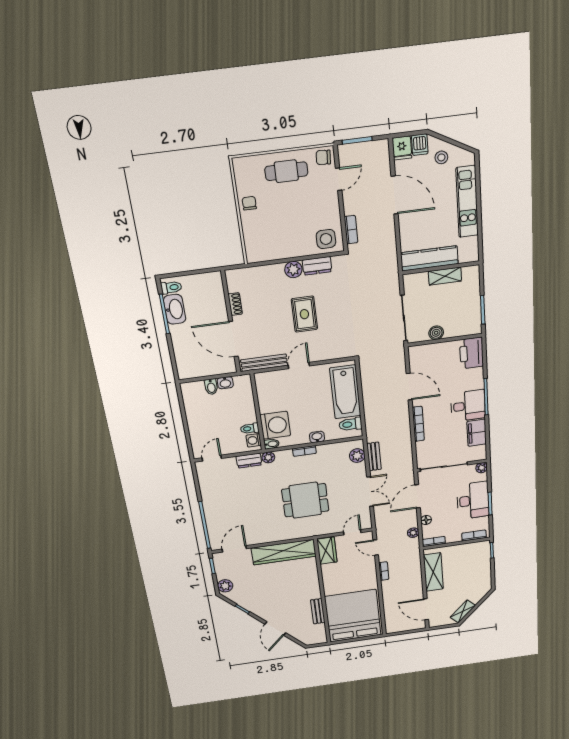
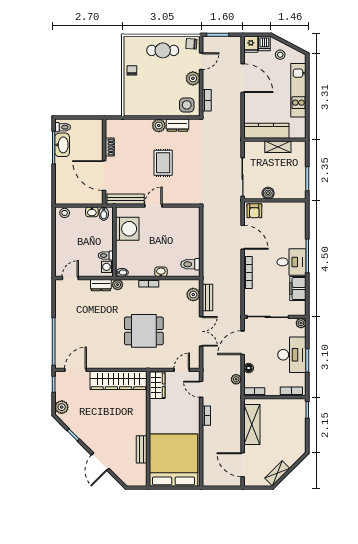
plant: (330, 204) -> (193, 78), added
printer: (472, 353) -> (297, 215), removed
armchair: (421, 355) -> (254, 211), added
bidet: (211, 387) -> (104, 214), moved
stool: (192, 388) -> (65, 213), added
bathtub: (345, 392) -> (189, 234), removed
washing machine: (275, 425) -> (127, 229), moved

